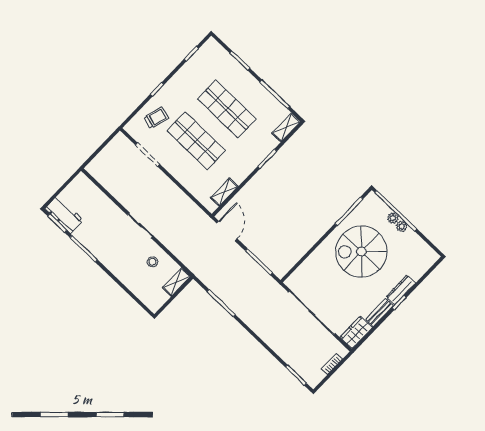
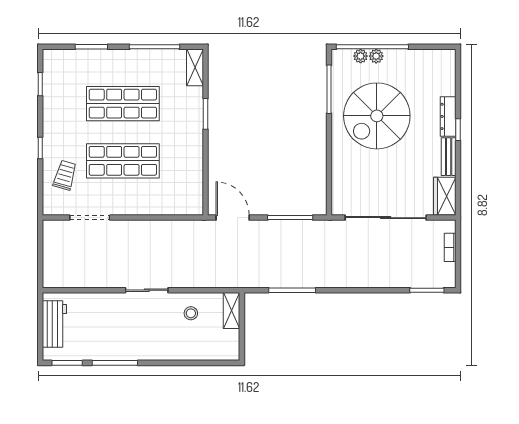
shelving: (224, 192) -> (195, 184), removed
workbench: (64, 215) -> (54, 324), moved, turned 90
plant: (402, 226) -> (361, 56), moved

